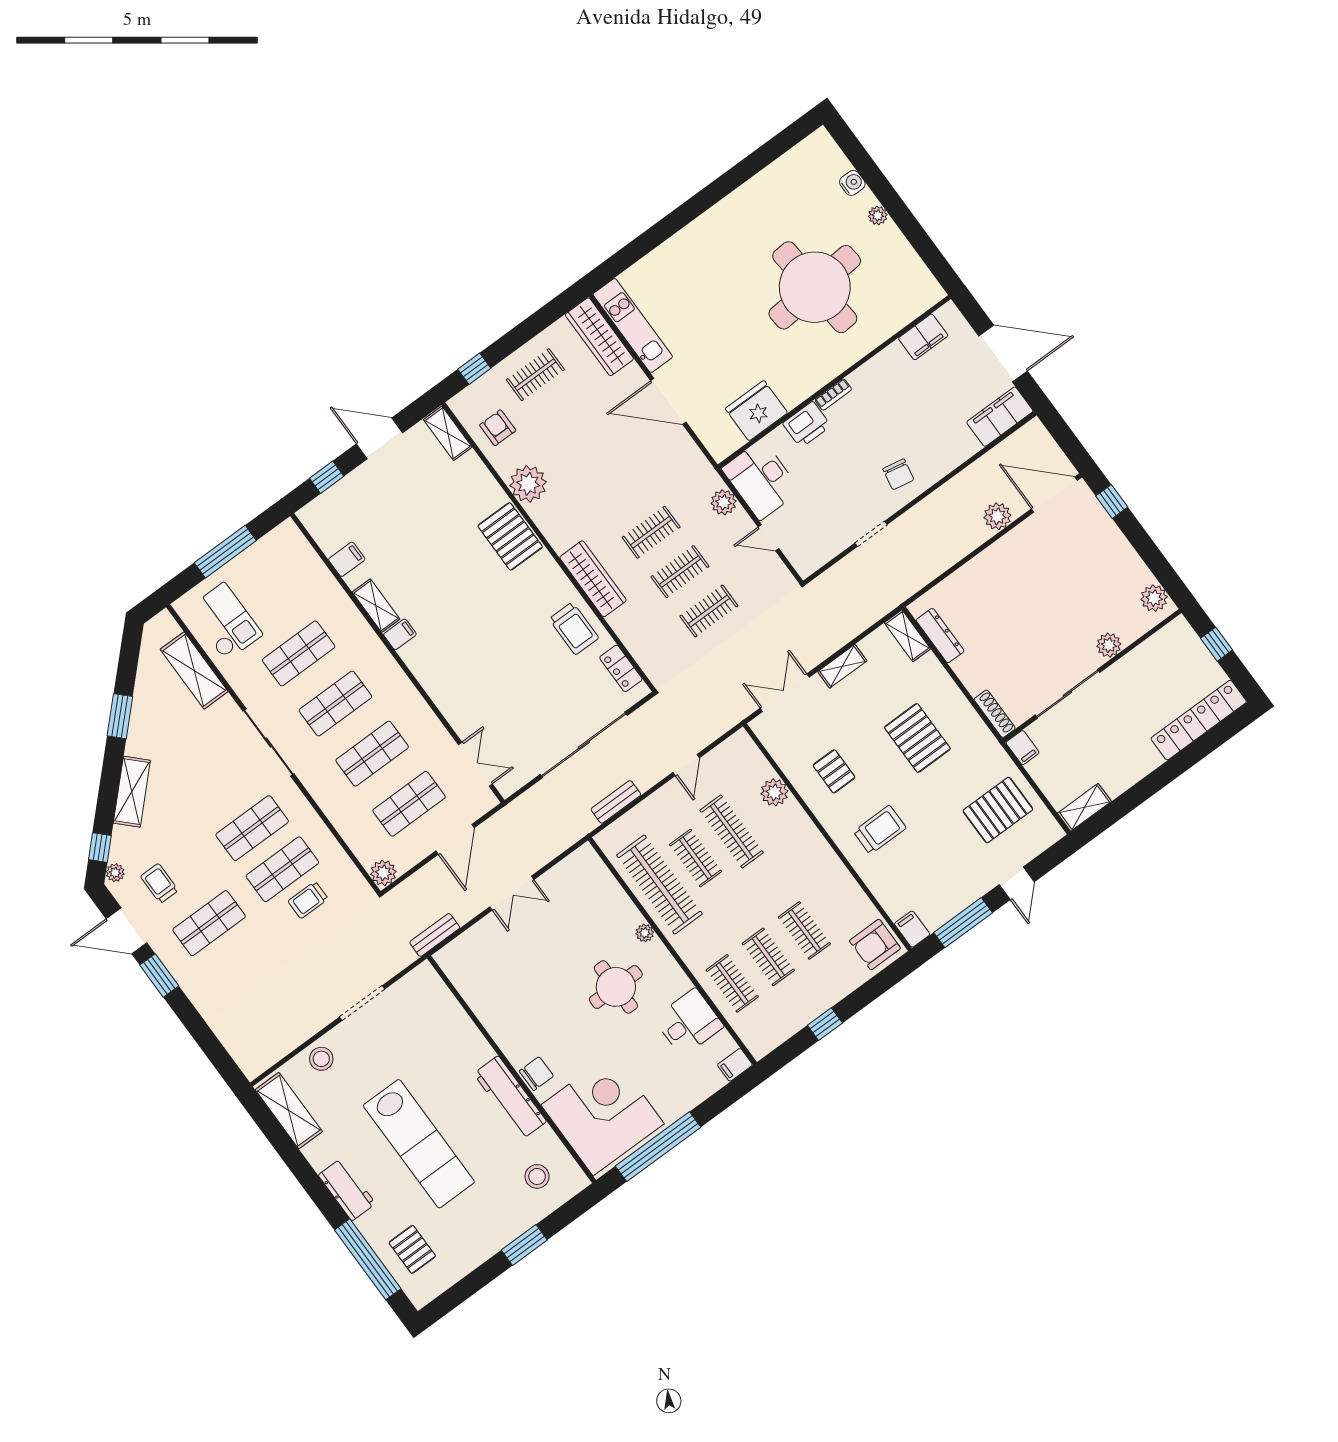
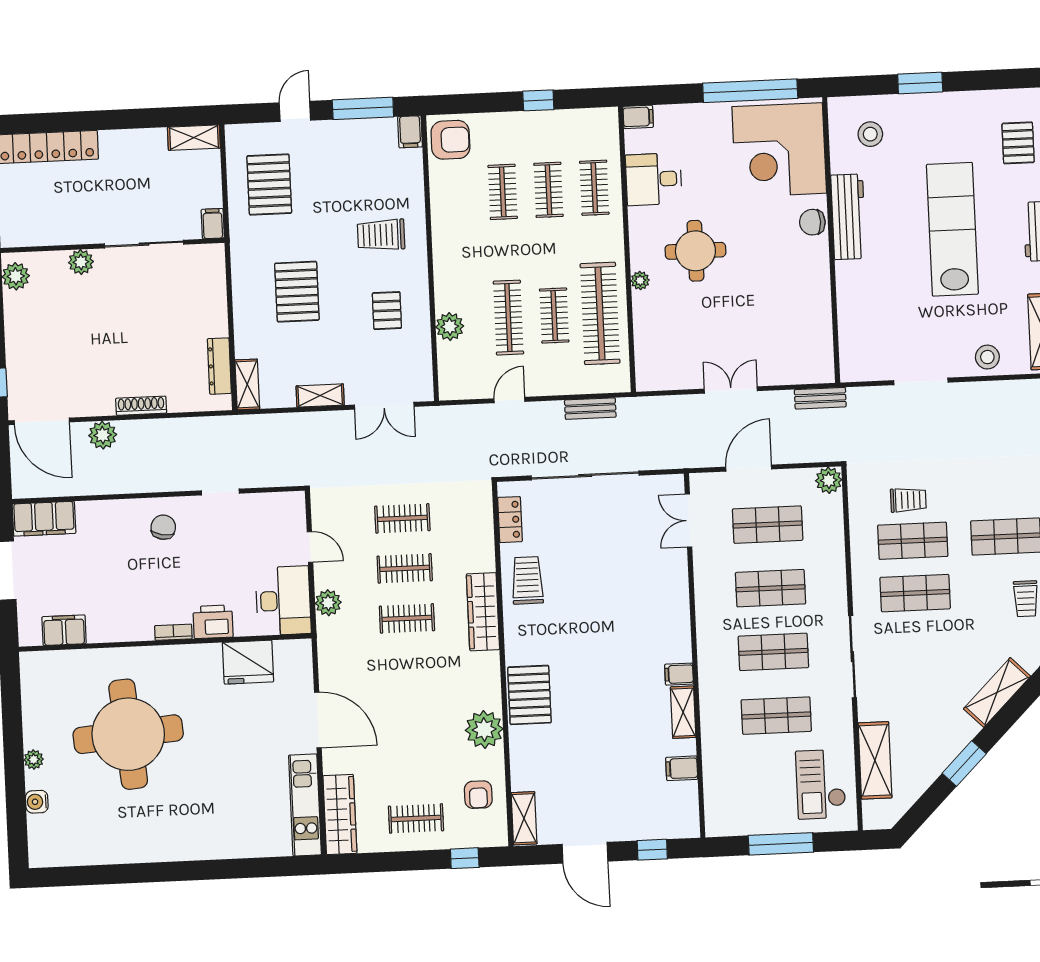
shoe rack: (995, 714) -> (141, 406), moved, turned 90
pallet: (998, 810) -> (269, 185), turned 90

